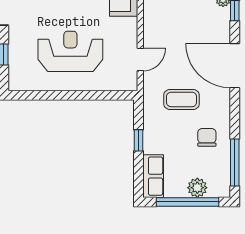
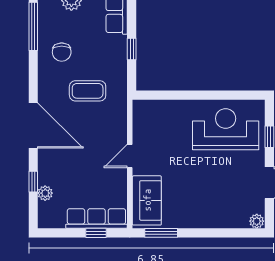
reception desk: (70, 51) -> (226, 129), moved, turned 180
door: (140, 60) -> (130, 156), moved

